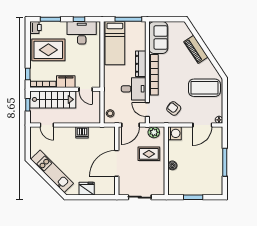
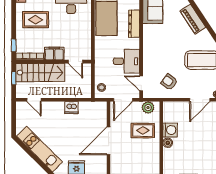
rug: (48, 50) -> (36, 20), width x0.73, depth x0.70
dresser: (141, 64) -> (134, 24), moved
bookcase: (154, 75) -> (148, 46), removed
washing machine: (175, 133) -> (170, 130), moved

